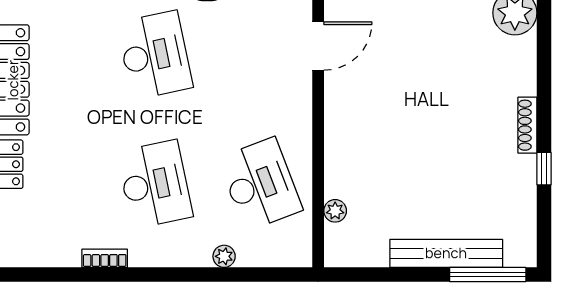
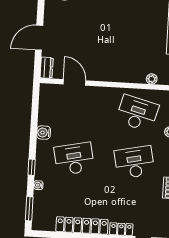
desk: (260, 184) -> (137, 113), turned 36

